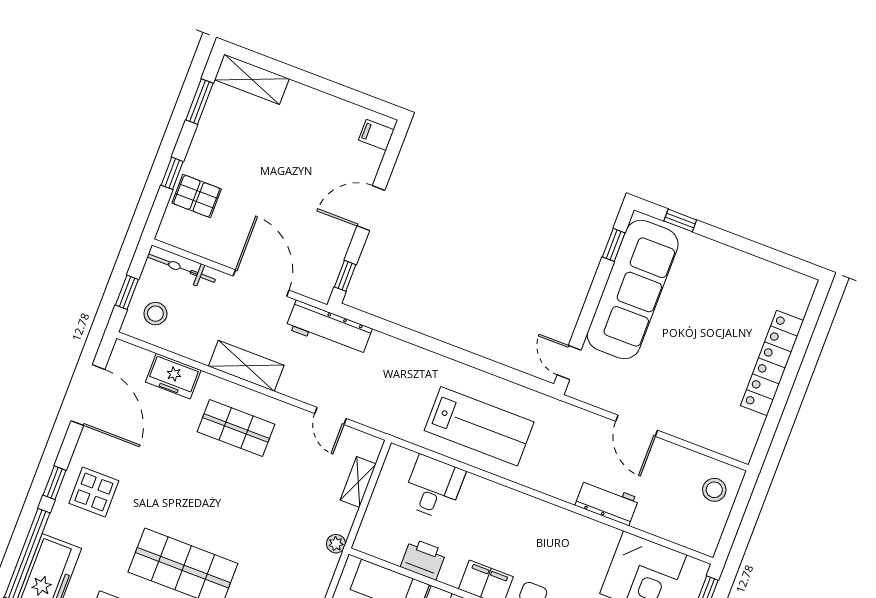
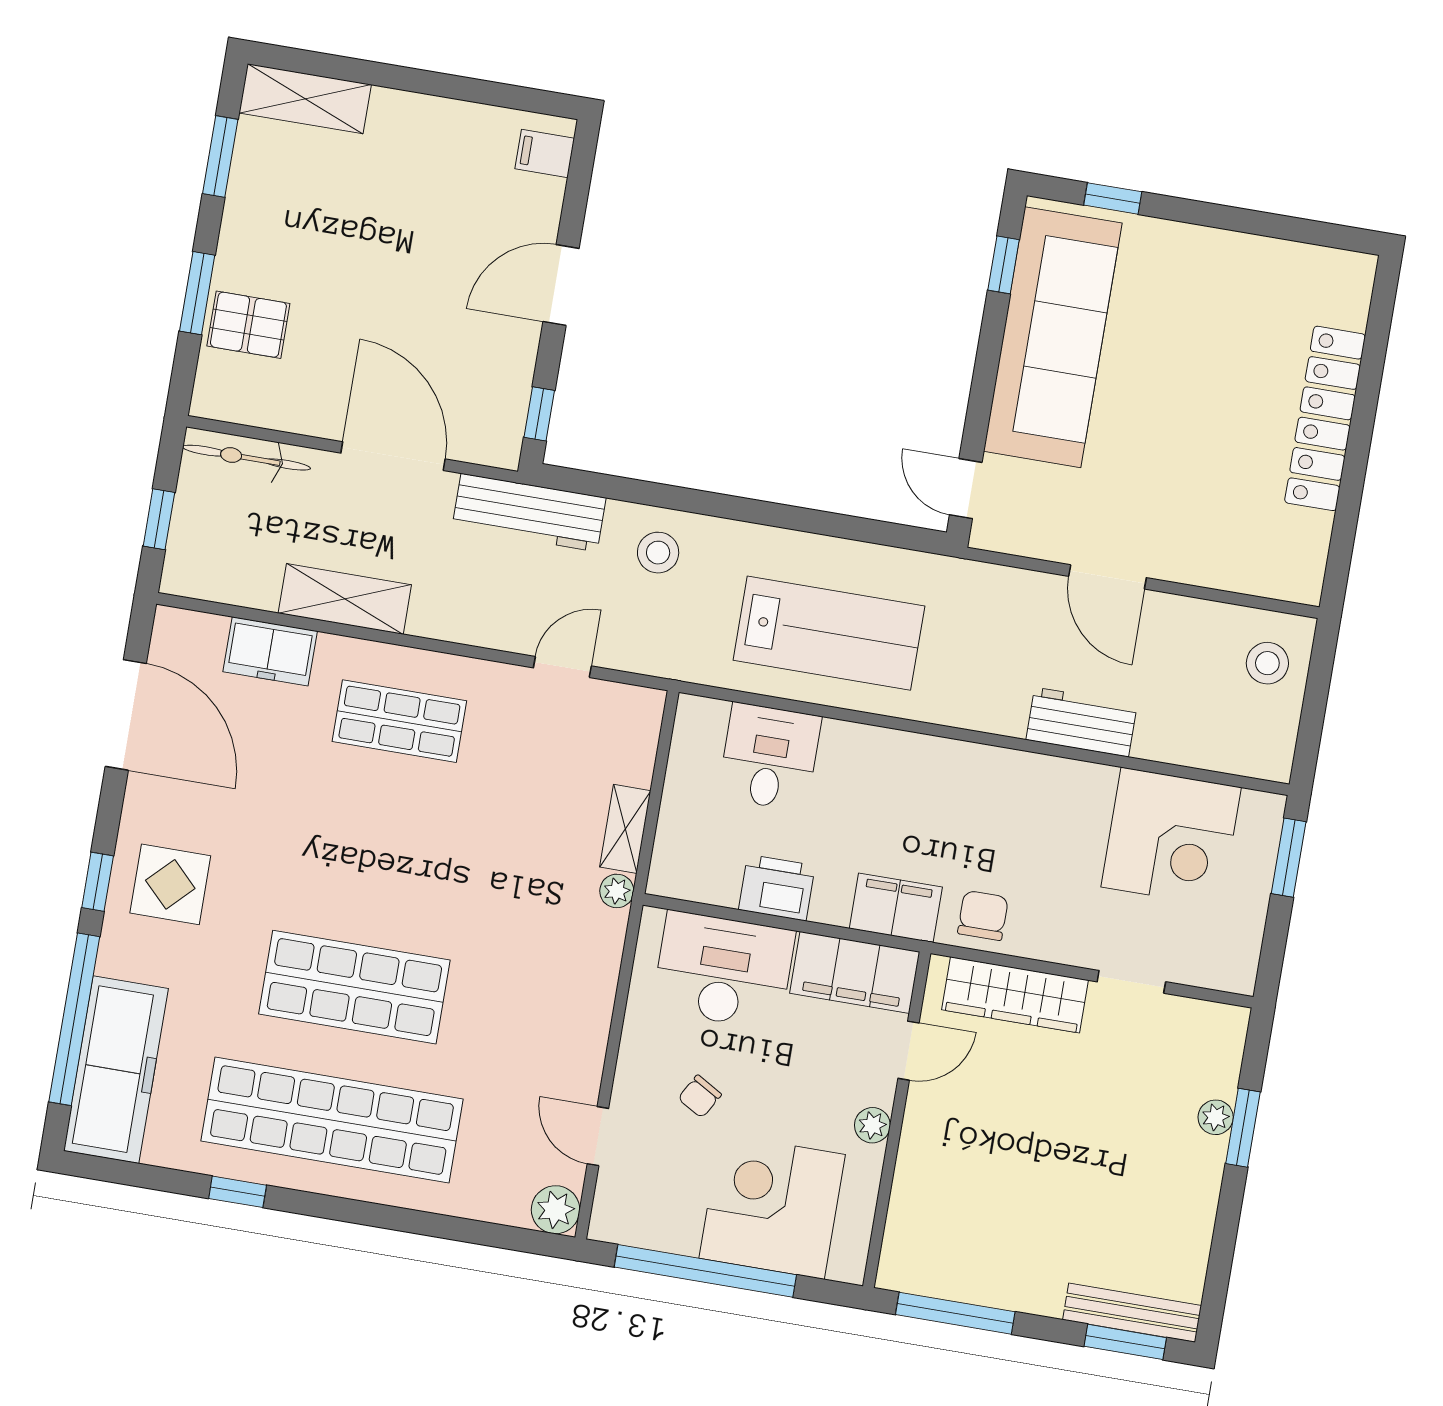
window: (172, 173) -> (197, 293), width x1.50
stool: (155, 314) -> (658, 553), moved
shelving: (246, 366) -> (345, 599), moved
door: (330, 416) -> (562, 667), swing flipped
shelving: (358, 482) -> (625, 829), moved

